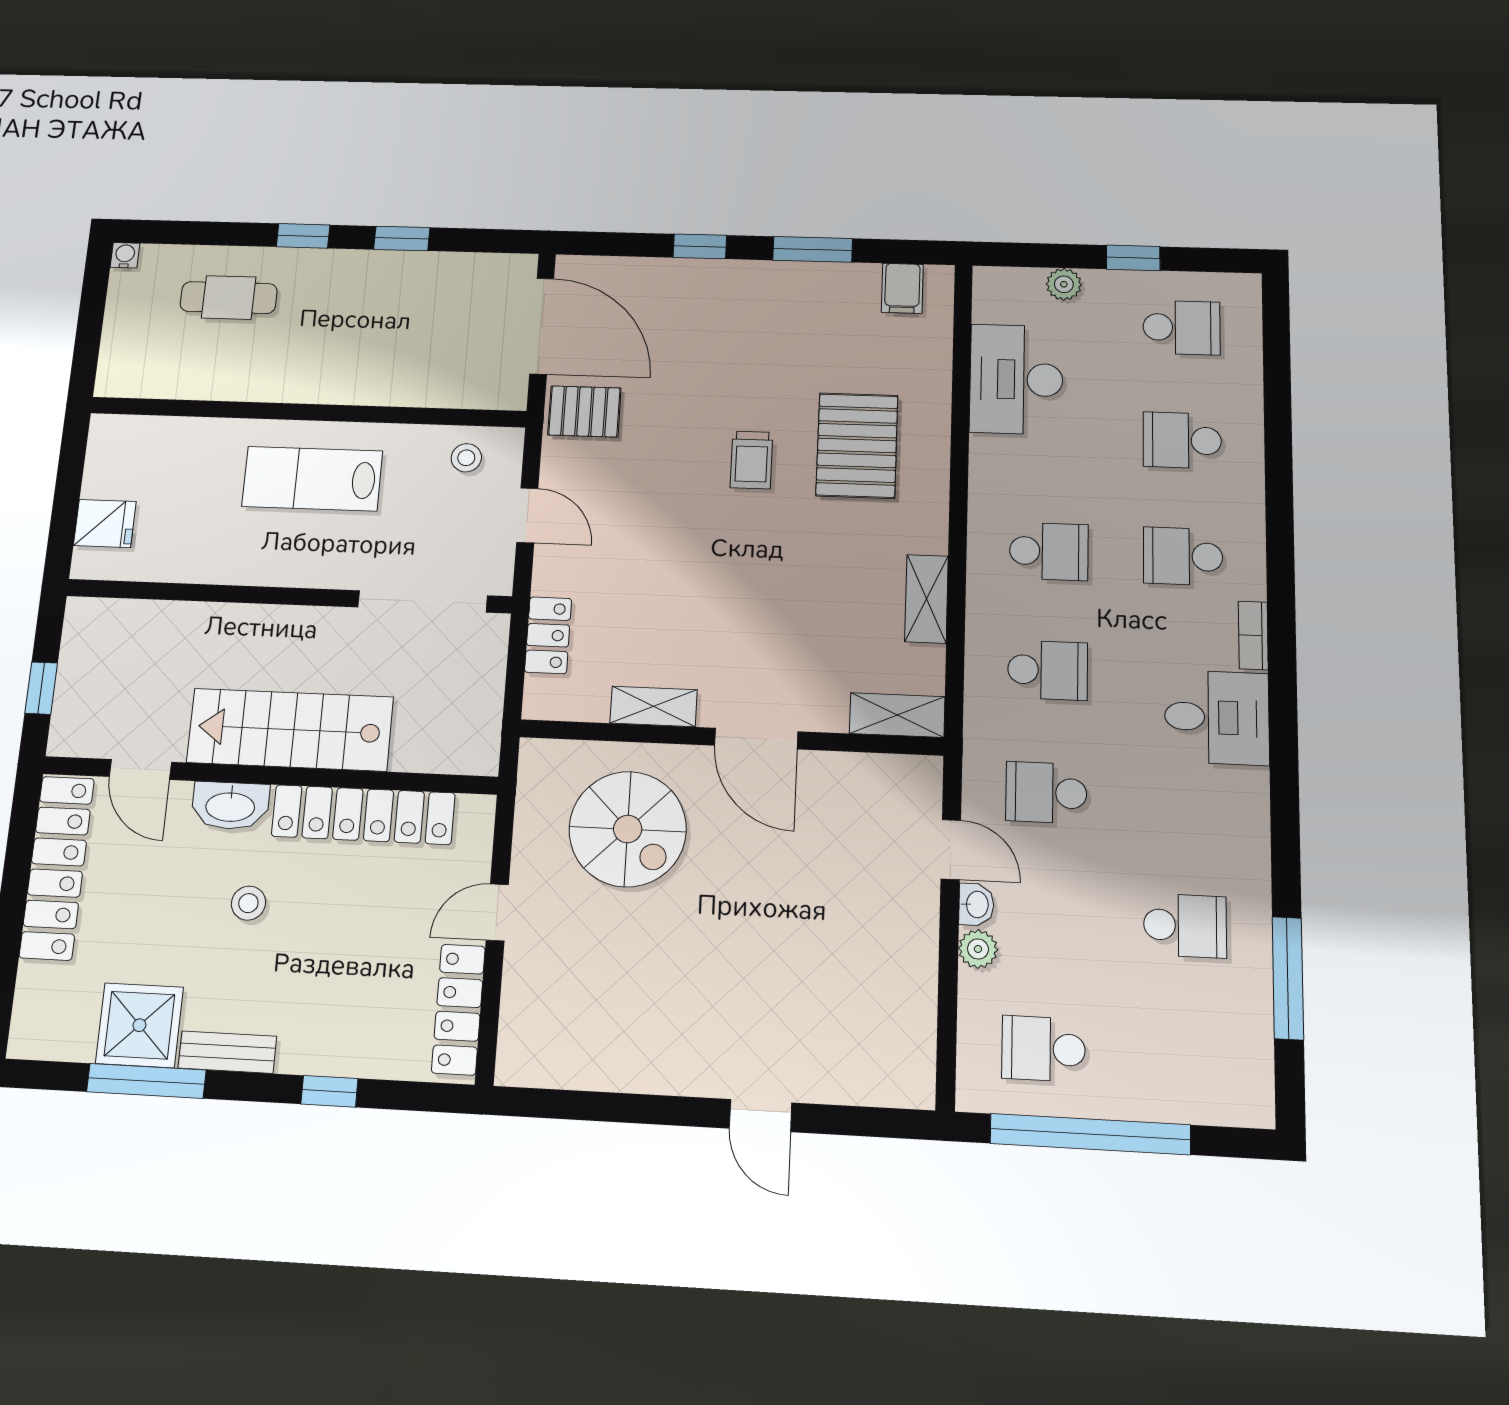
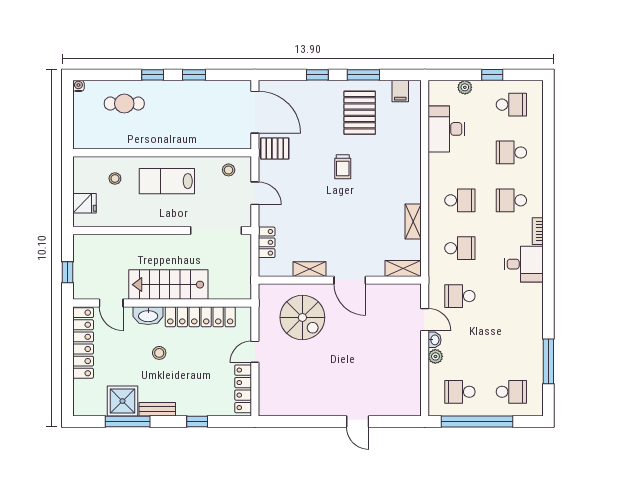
pallet: (857, 445) -> (360, 113), moved
stool: (186, 468) -> (115, 178), added
school desk: (1185, 926) -> (511, 392), moved

